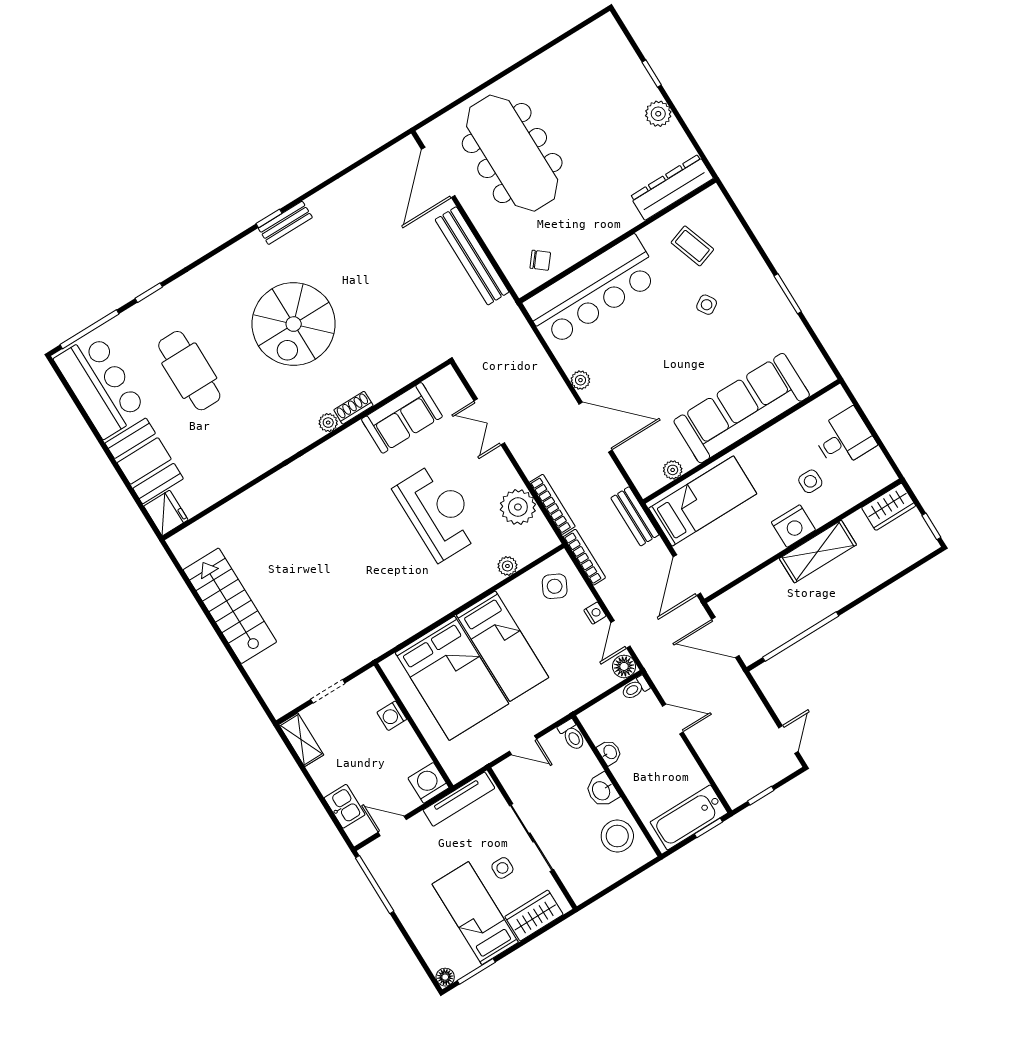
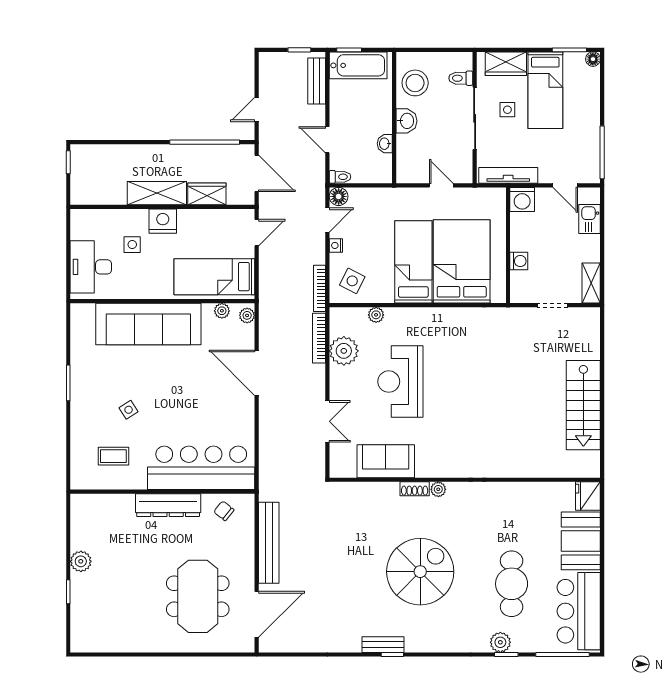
meeting table: (512, 153) -> (198, 596), width x0.73
dresser: (672, 187) -> (168, 505), moved
coffee table: (692, 246) -> (113, 456), turned -71
plant: (163, 302) -> (500, 642), added
plant: (580, 380) -> (247, 315), moved
desk: (844, 438) -> (91, 267), width x1.37
wardrobe: (889, 507) -> (207, 194), moved
bench: (635, 516) -> (317, 81), moved
door: (687, 575) -> (257, 233), width x0.73
toilet: (572, 735) -> (461, 78), moved, turned -90
door: (788, 740) -> (257, 109), moved

